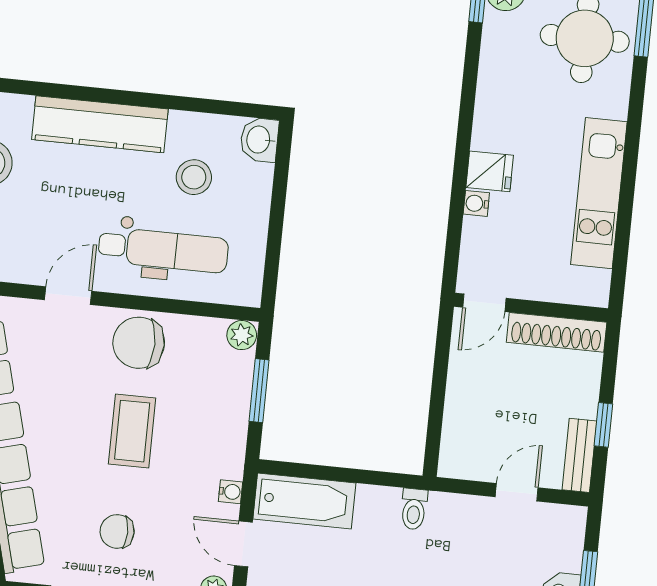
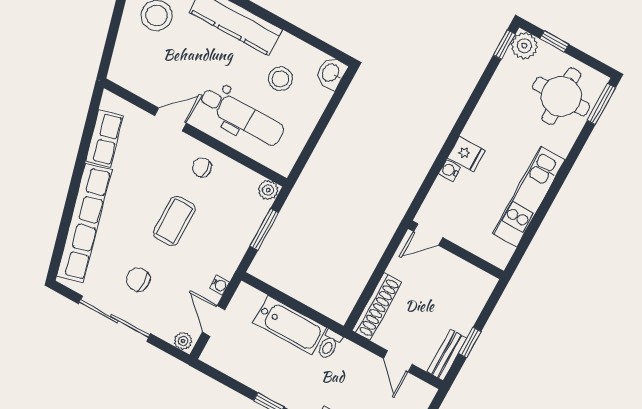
shoe rack: (557, 332) -> (377, 306), moved, turned -90
chair: (139, 343) -> (202, 167), width x0.54, depth x0.54
door: (517, 492) -> (398, 361), swing flipped
bathtub: (304, 501) -> (290, 325), moved

